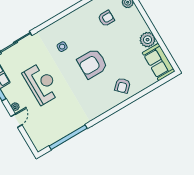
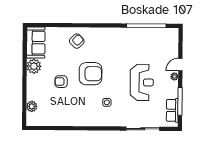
armchair: (106, 18) -> (61, 82), moved
reception desk: (41, 84) -> (142, 82), turned 180

